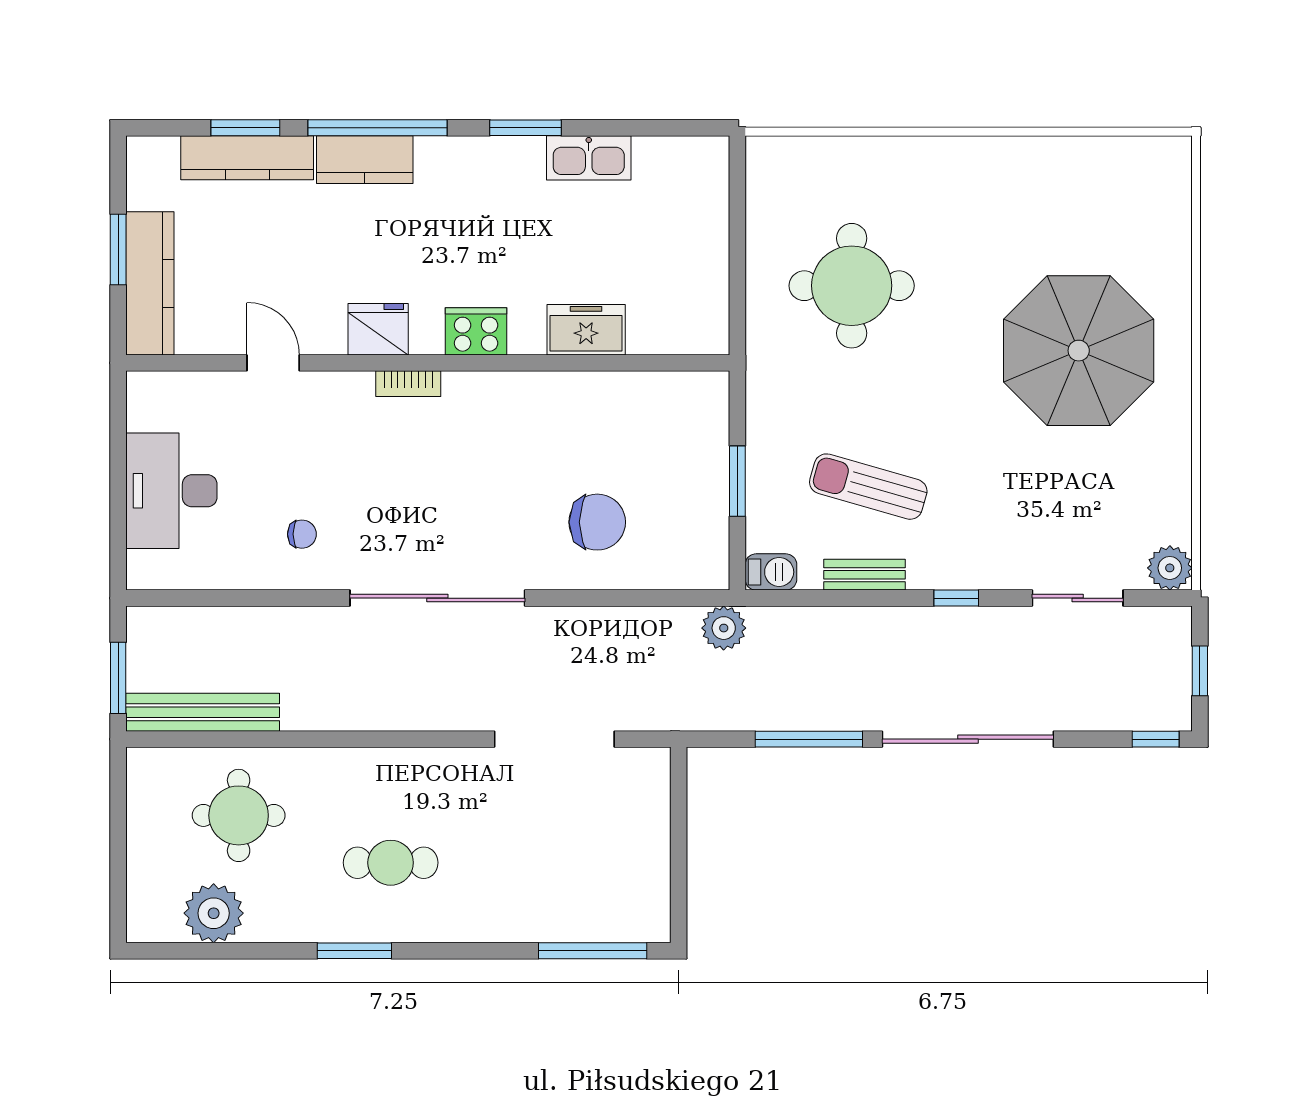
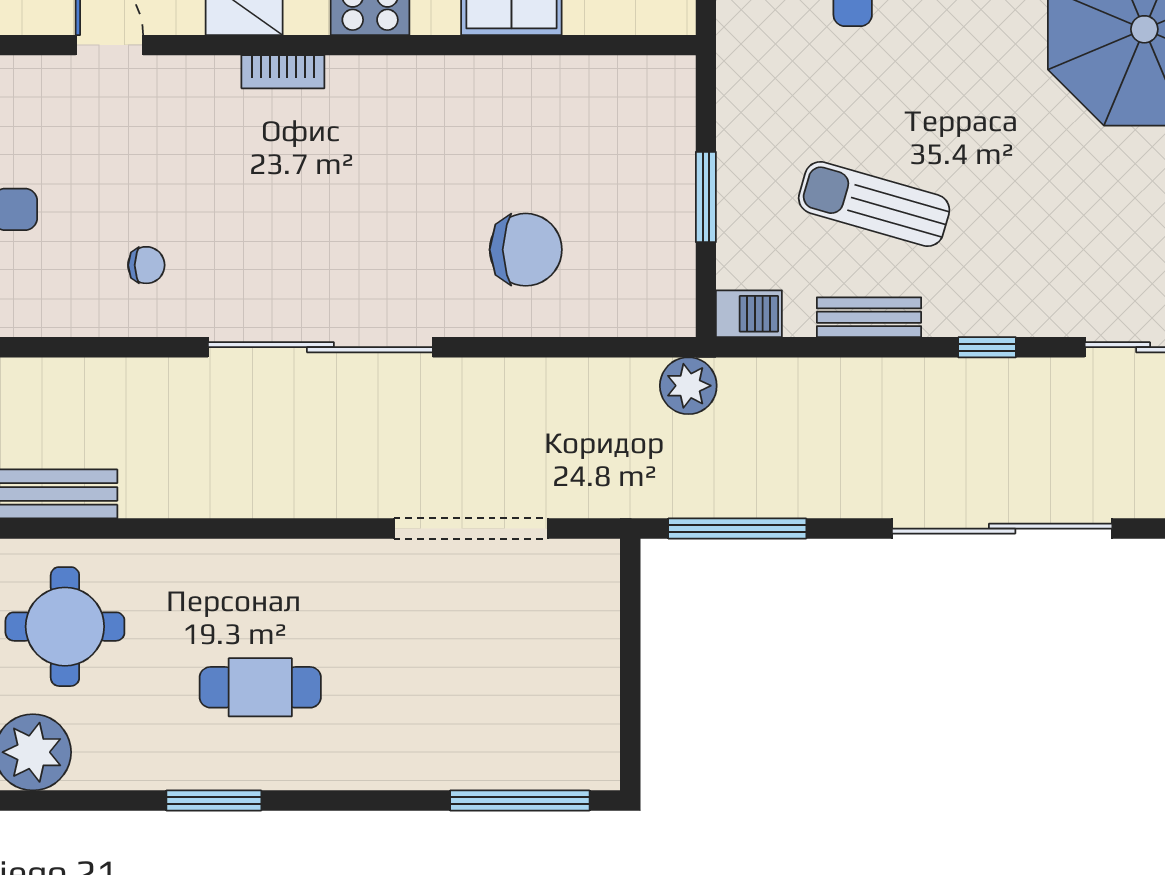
window: (809, 739) -> (737, 529), moved

